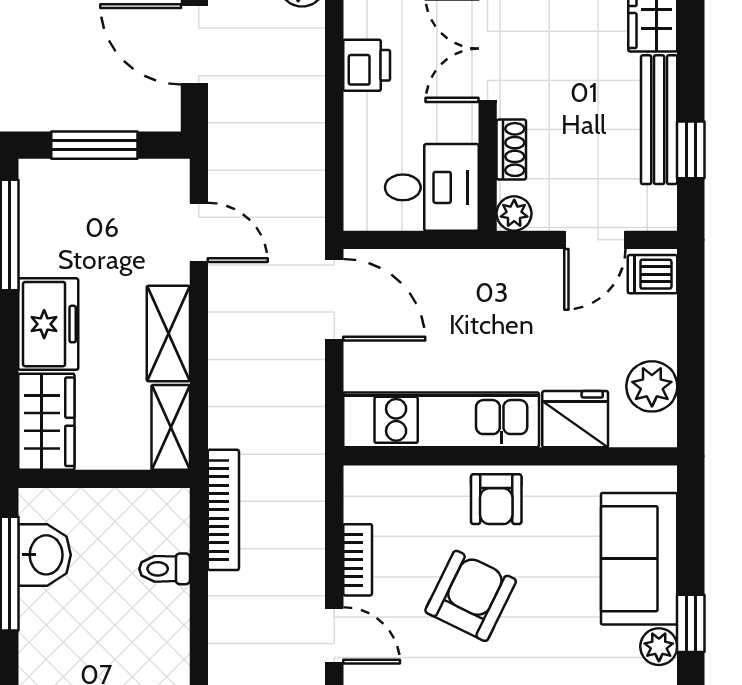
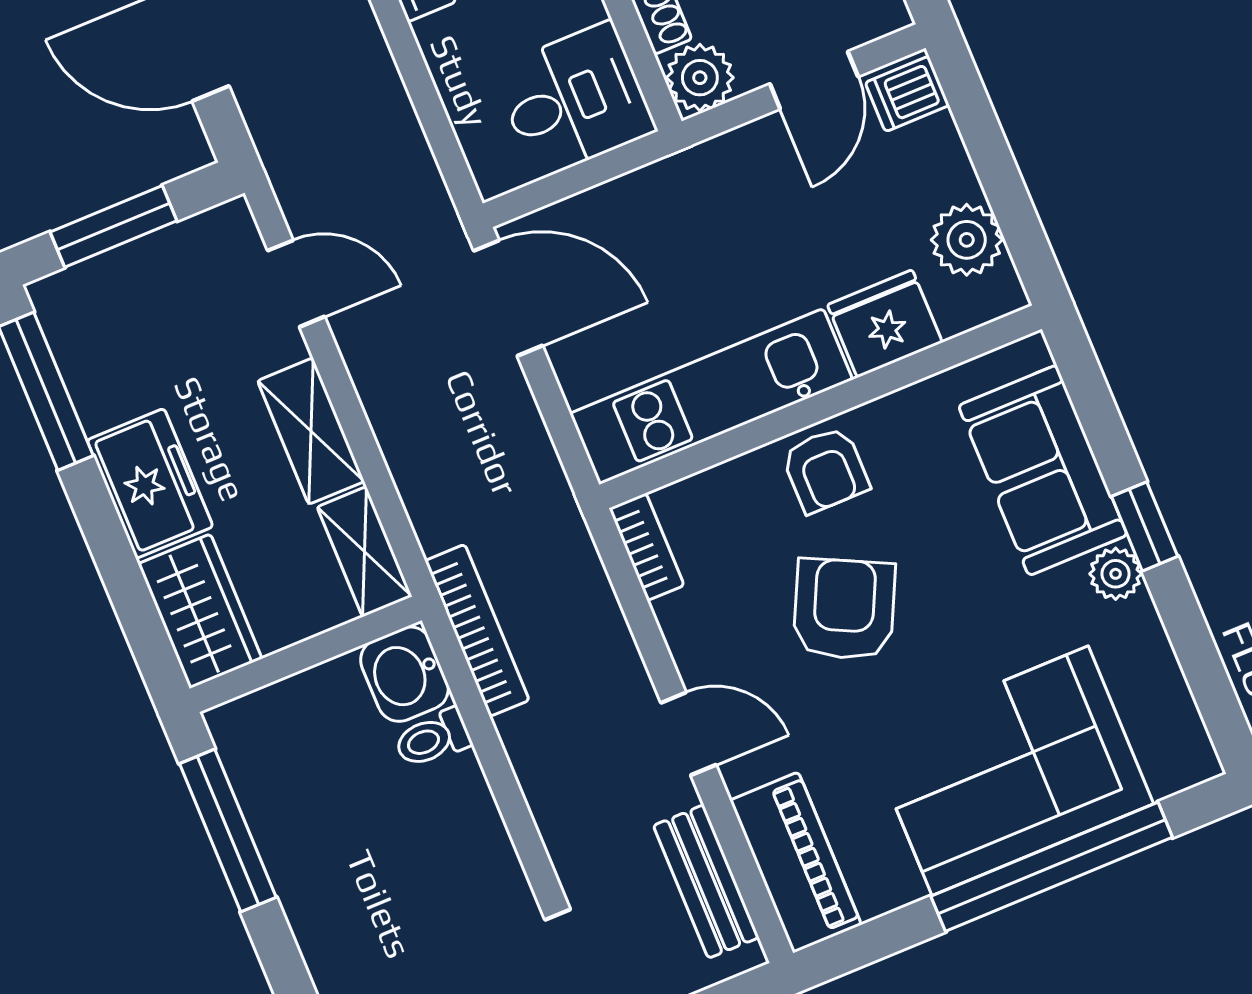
plant: (514, 213) -> (700, 78), width x1.38, depth x1.38
washbasin: (45, 555) -> (405, 674), moved, turned 180
bookcase: (358, 560) -> (647, 547), moved

